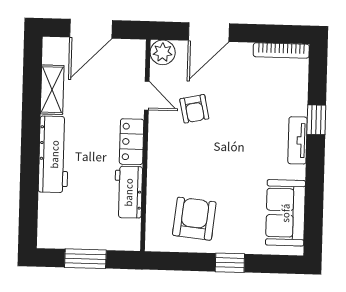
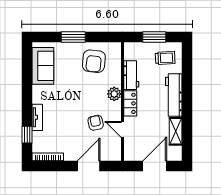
plant: (163, 52) -> (114, 94), moved
window: (316, 120) -> (27, 135), moved
tv unit: (298, 140) -> (37, 117), moved
trolley: (67, 221) -> (165, 58), added
window: (230, 263) -> (73, 37), width x1.50

